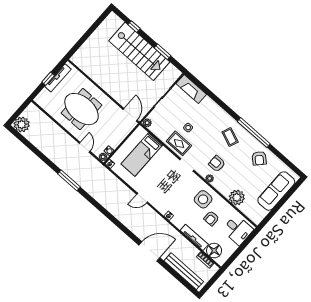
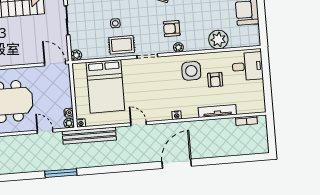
bed: (142, 154) -> (105, 86), width x1.50
door: (142, 198) -> (138, 124), swing flipped
door: (149, 251) -> (177, 164), moved
floor lamp: (214, 251) -> (246, 105), removed
bench: (184, 271) -> (89, 136), moved

